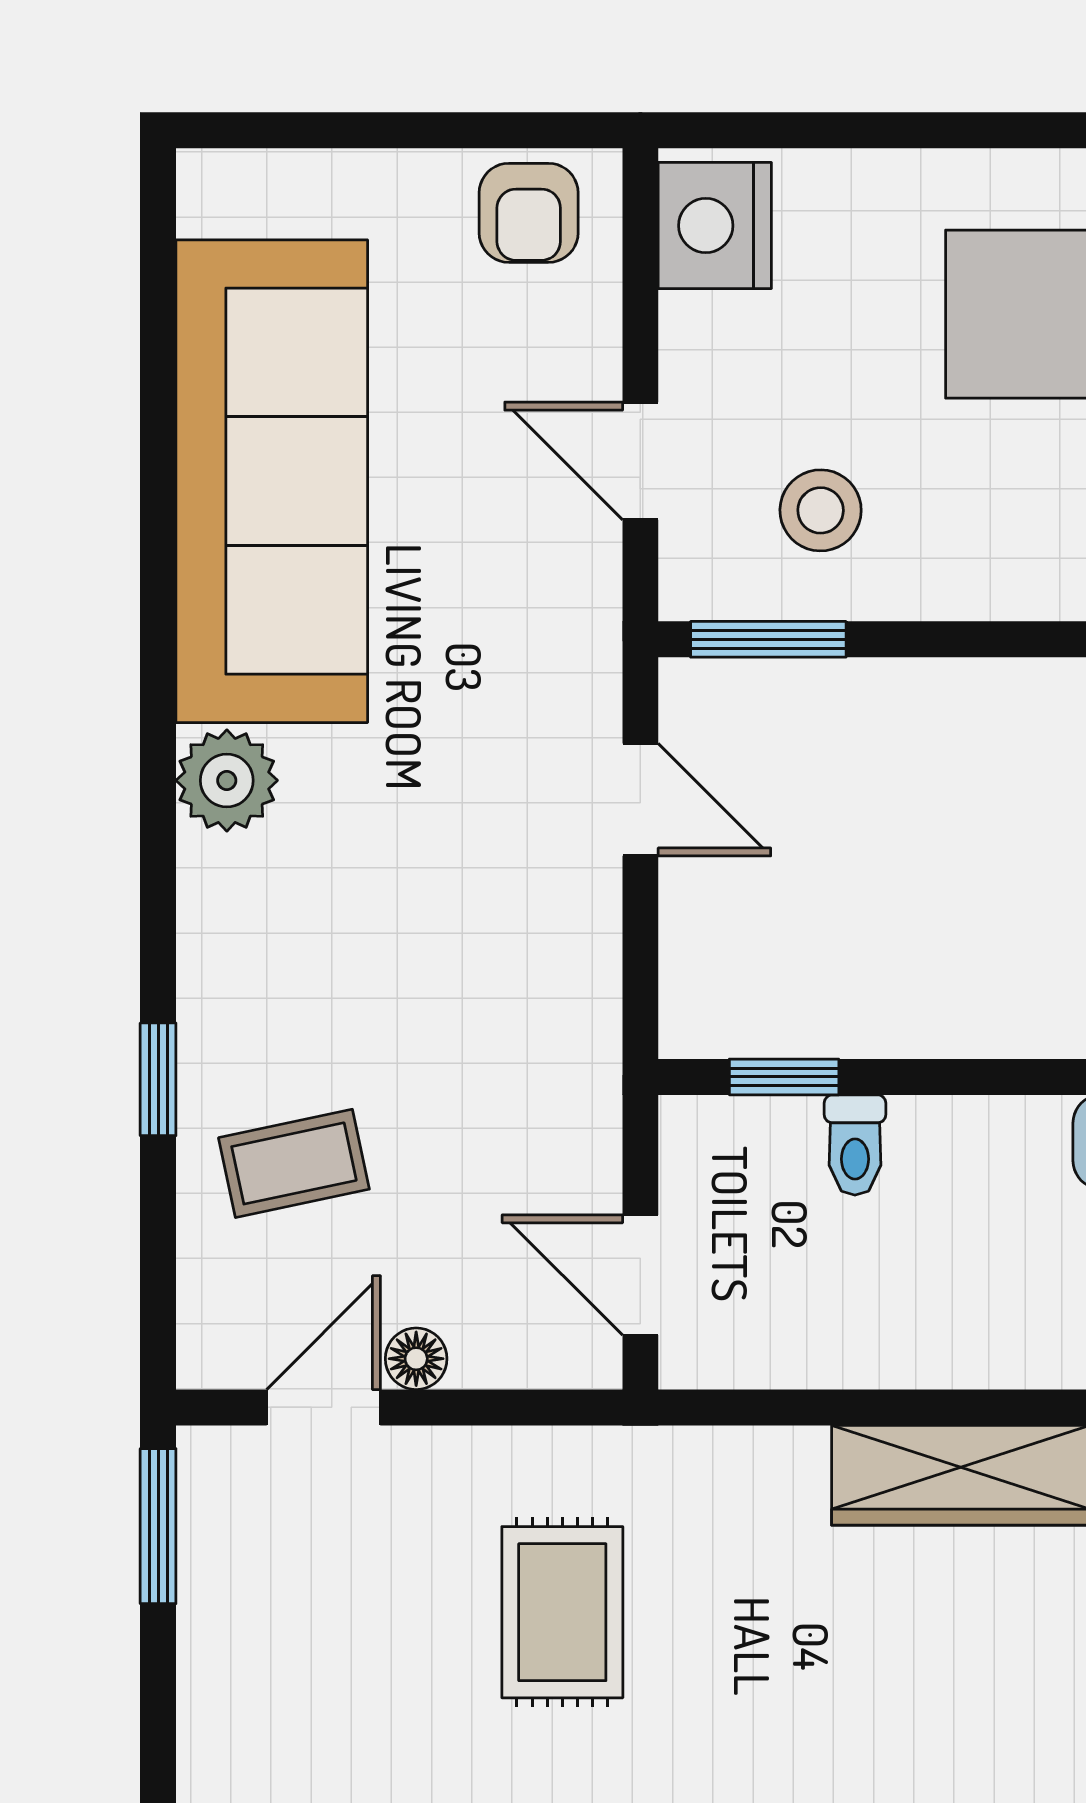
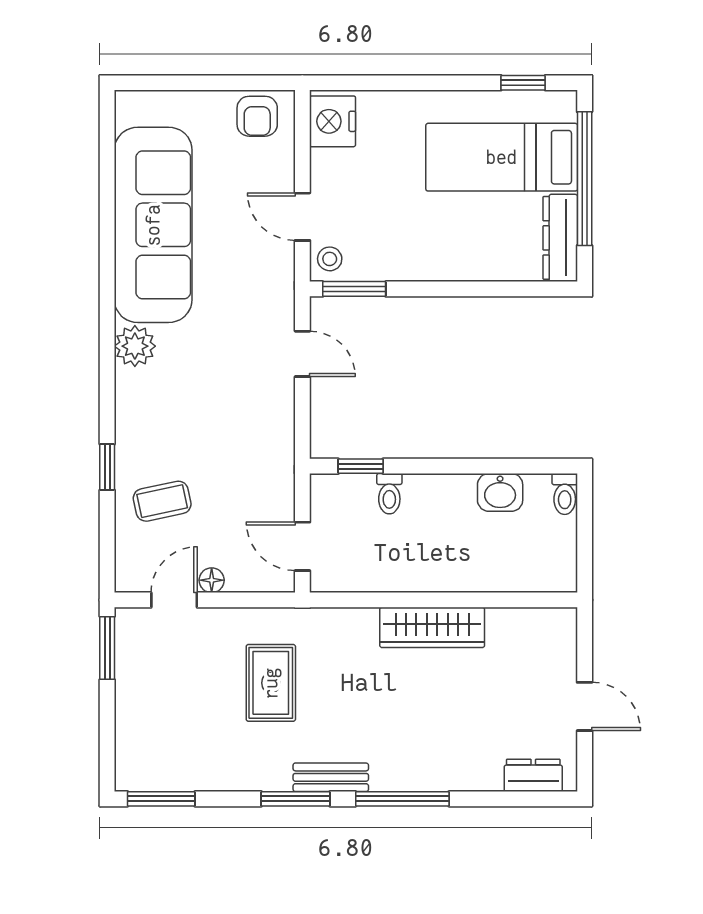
stool: (821, 510) -> (330, 259), moved, width x0.73, depth x0.73

